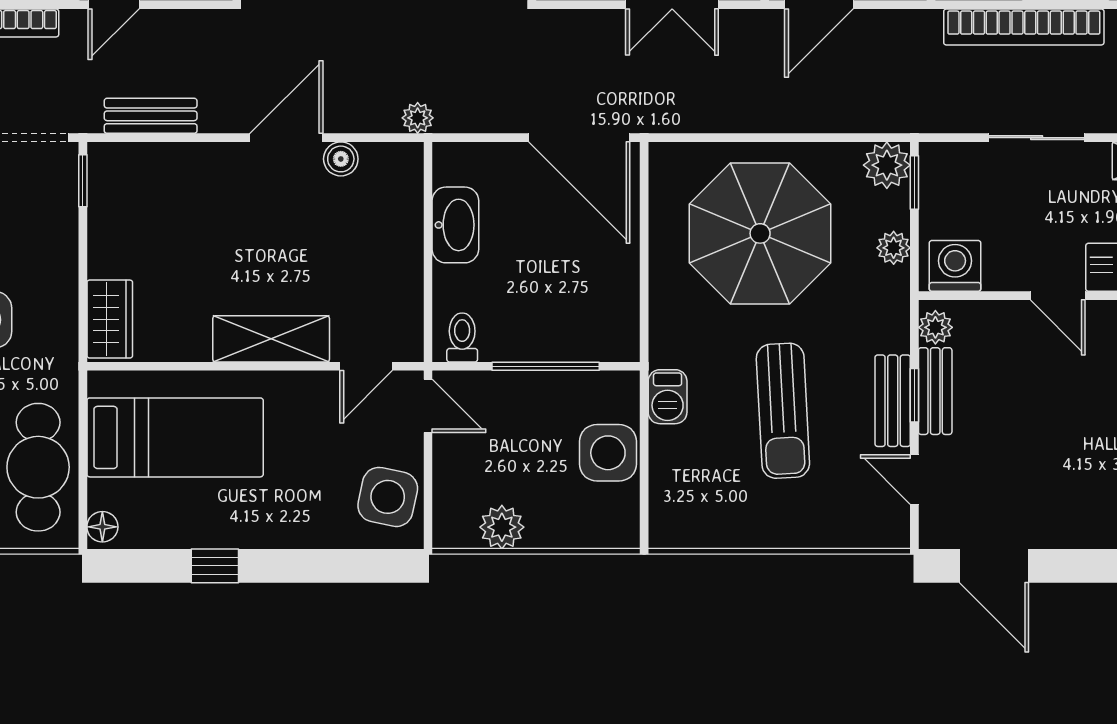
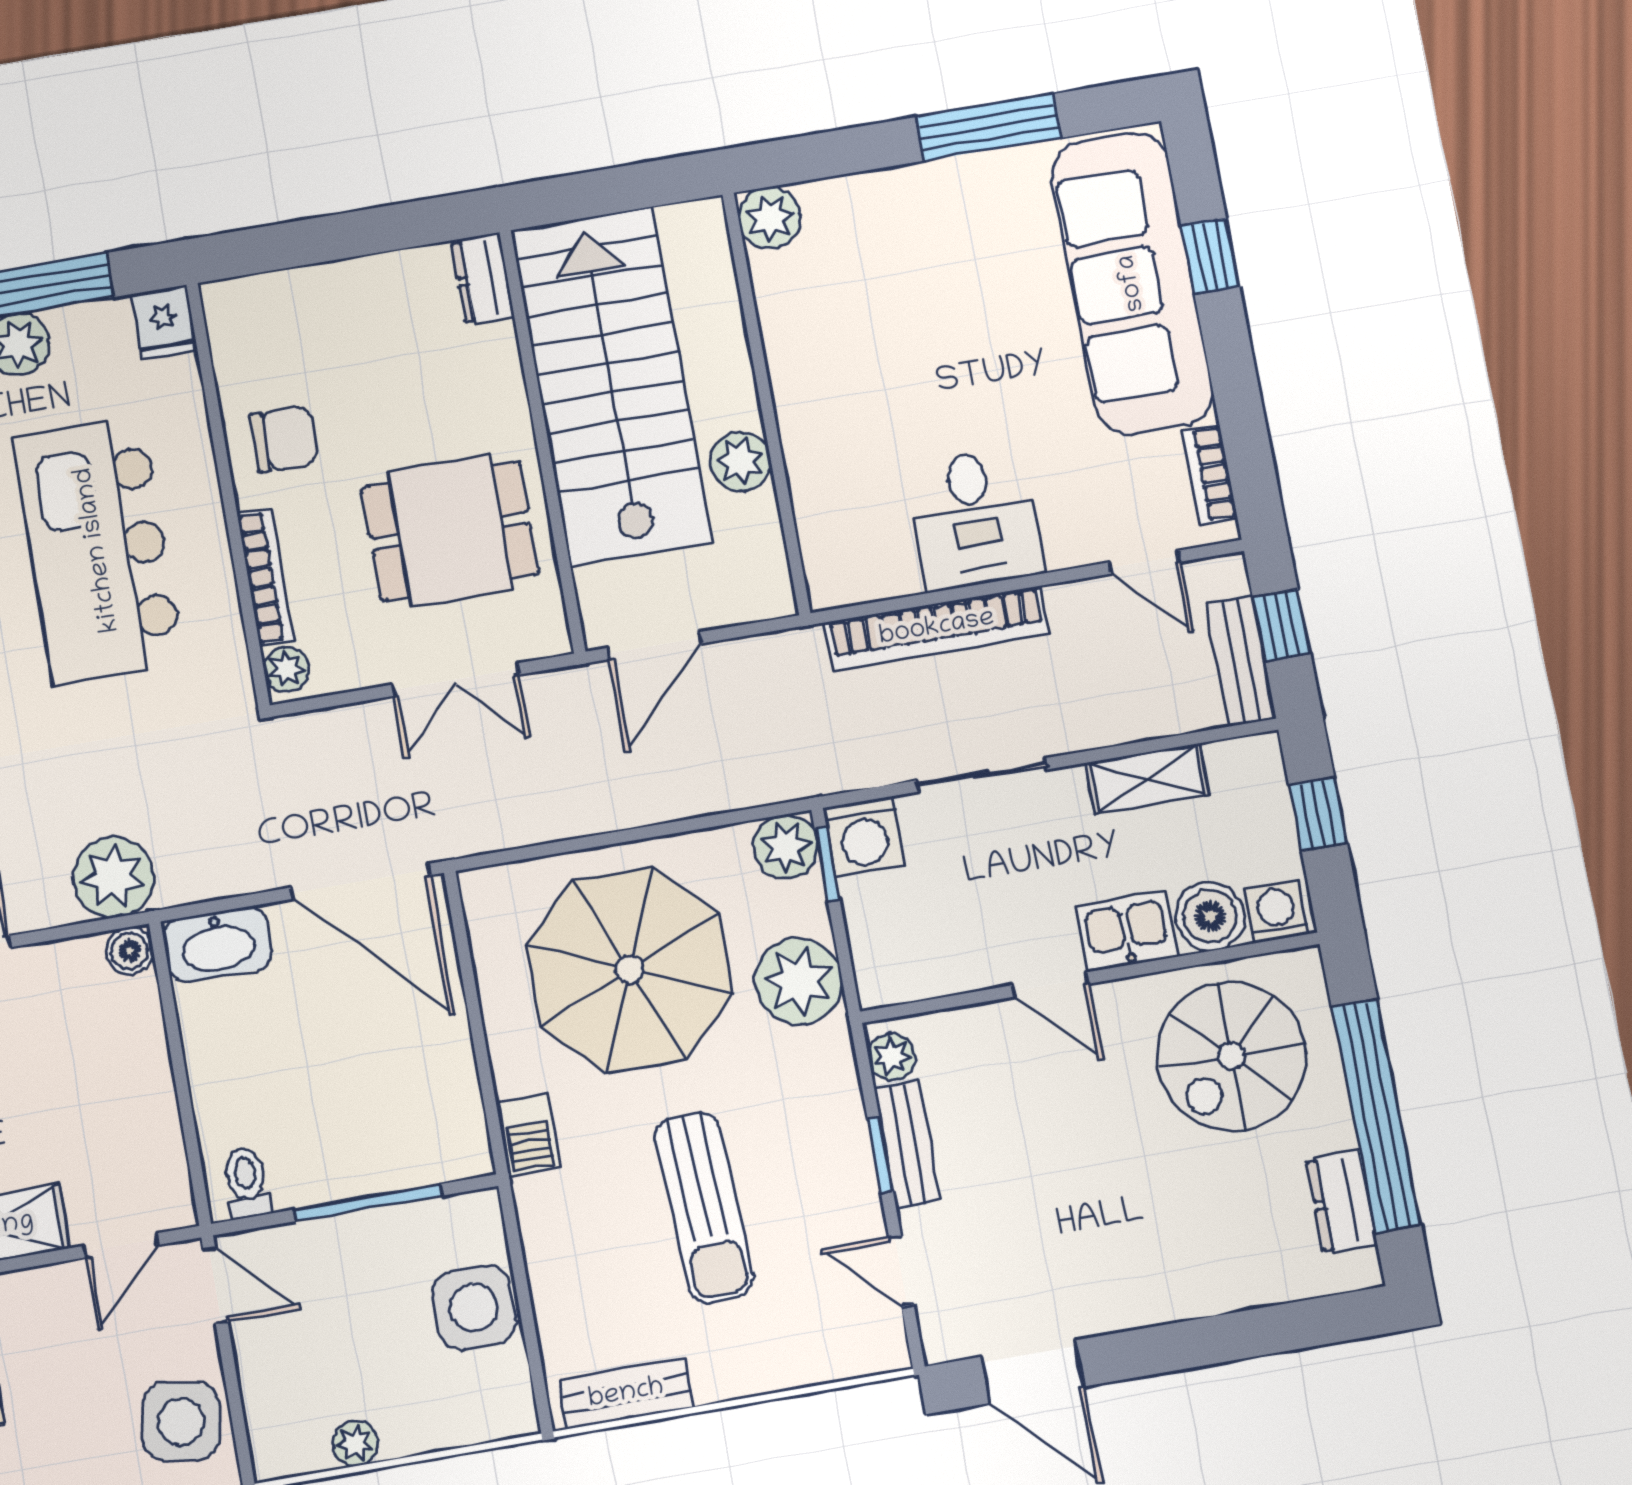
plant: (418, 118) -> (113, 877), width x1.87, depth x1.87
boiler: (341, 159) -> (129, 951), moved
washbasin: (455, 225) -> (218, 944), moved, turned 90
plant: (894, 248) -> (799, 981), width x1.87, depth x1.87
washing machine: (955, 266) -> (864, 837), moved, turned 180
barbecue: (668, 397) -> (528, 1135), moved
bench: (893, 401) -> (626, 1394), moved, turned 90
plant: (502, 527) -> (355, 1443), width x0.73, depth x0.73

